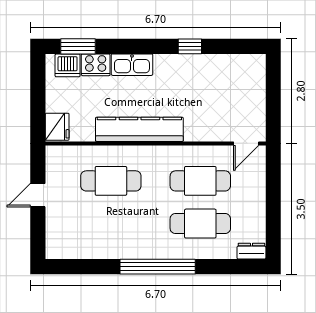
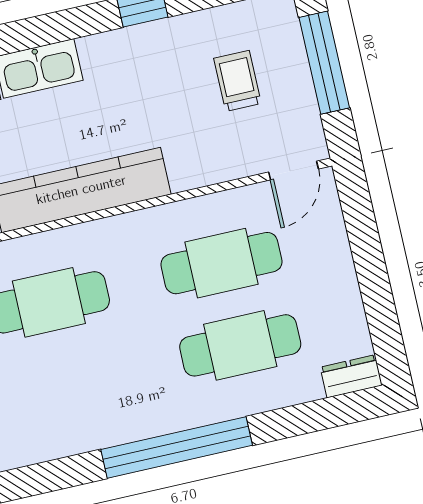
trolley: (229, 93) -> (238, 81), added
window: (273, 94) -> (324, 63), added

